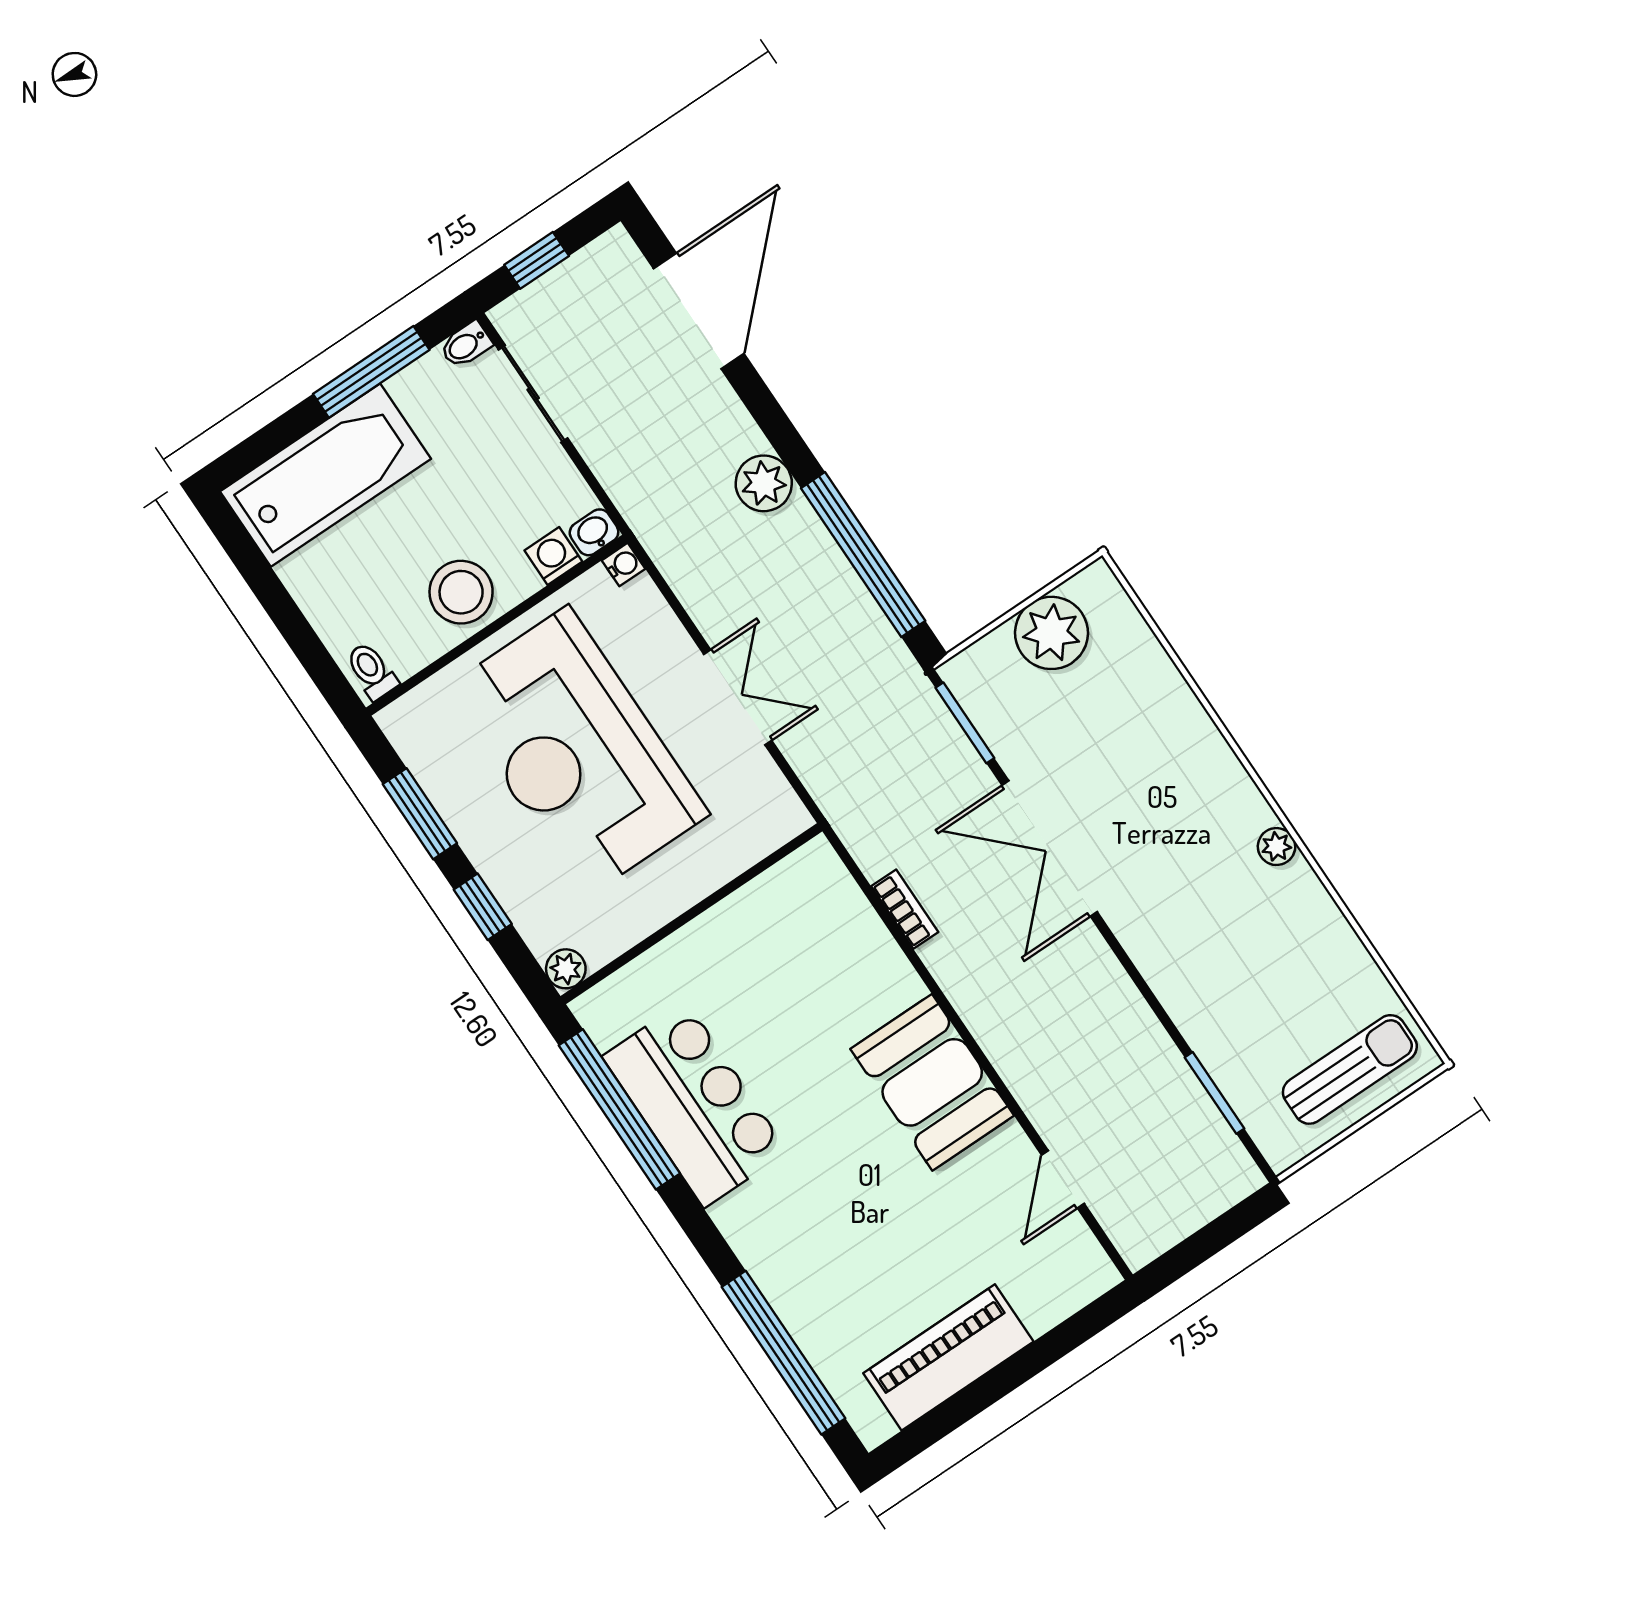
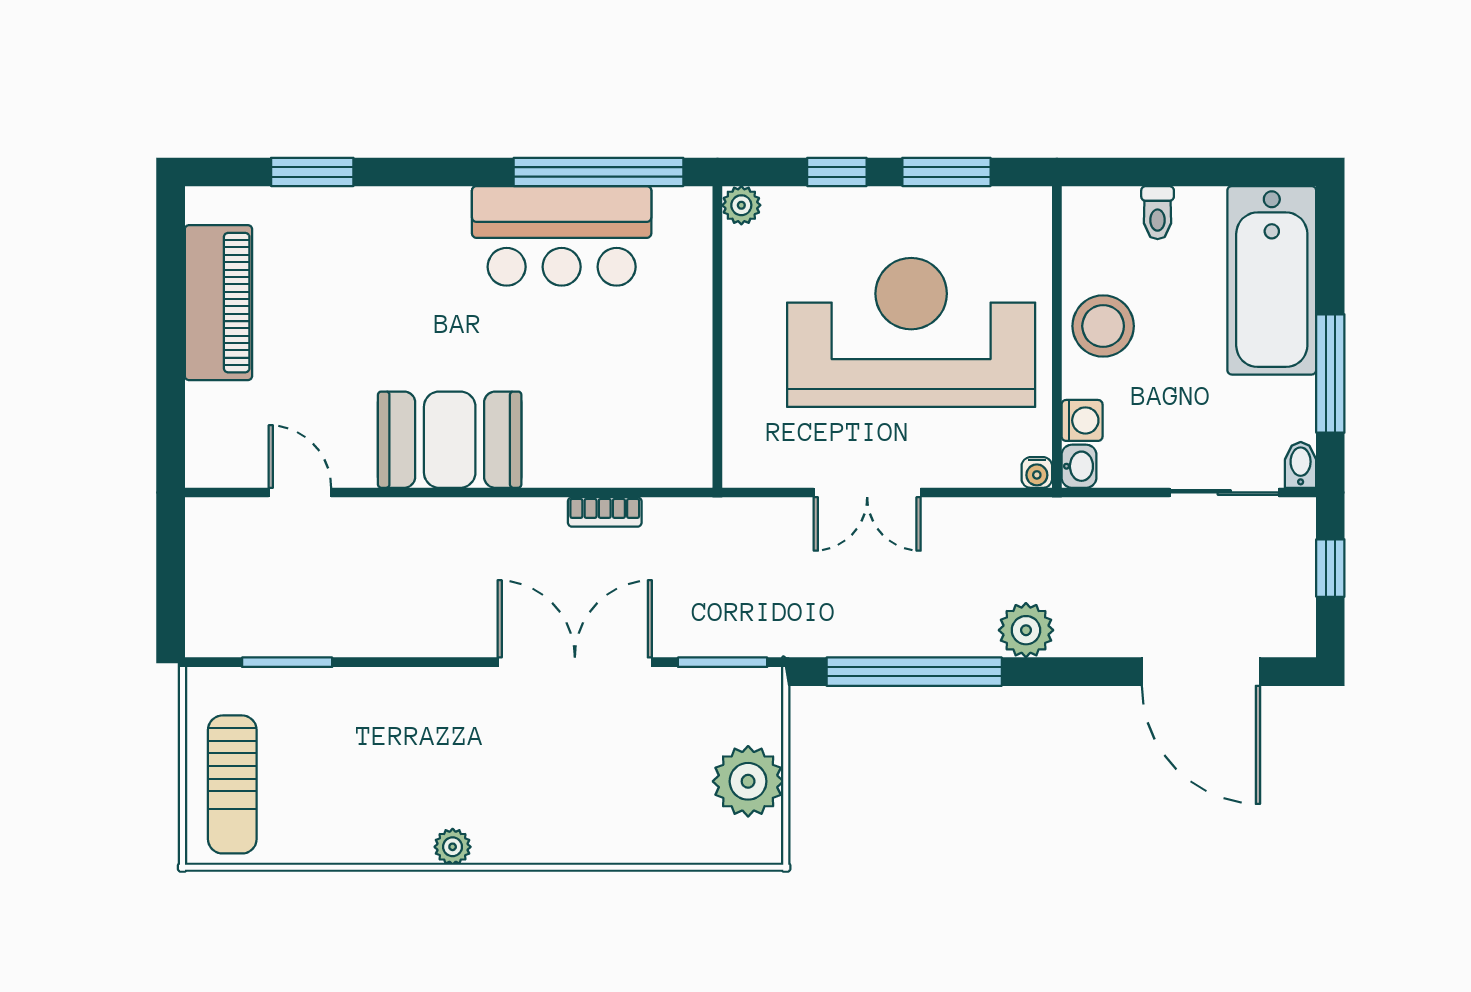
toilet: (372, 671) -> (1158, 213), moved, turned 90
window: (783, 1353) -> (312, 172), width x0.47

